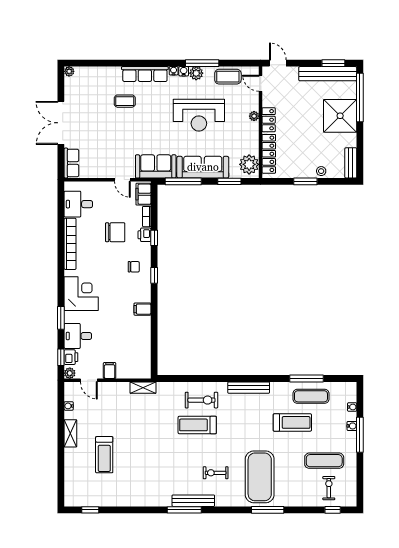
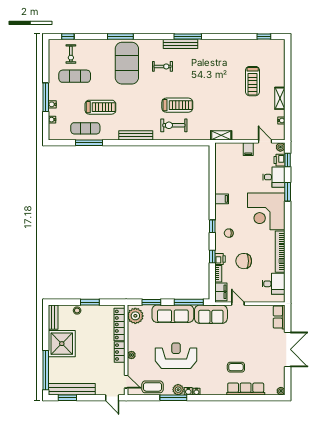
row of seats: (145, 74) -> (246, 389), moved
shower: (340, 116) -> (62, 344), moved
corner desk: (81, 294) -> (266, 211), width x1.36, depth x1.36
treadmill: (292, 422) -> (100, 107), turned 180
treadmill: (104, 455) -> (253, 81), turned 180

